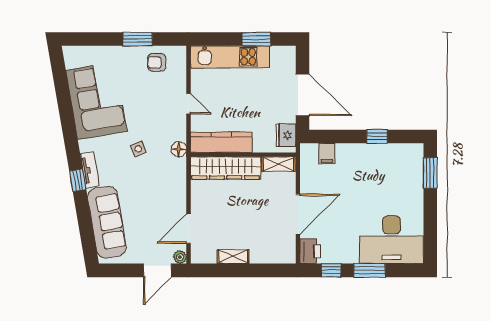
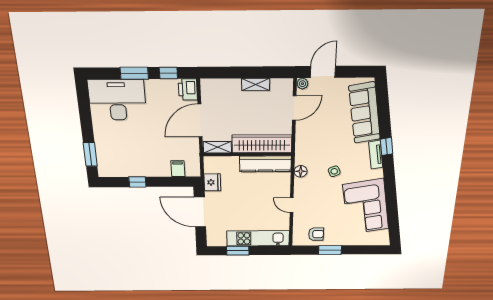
kitchen counter: (221, 142) -> (265, 164), moved
wall: (243, 155) -> (247, 154), moved
shelving: (278, 164) -> (217, 147), moved
wardrobe: (226, 168) -> (262, 144), moved

